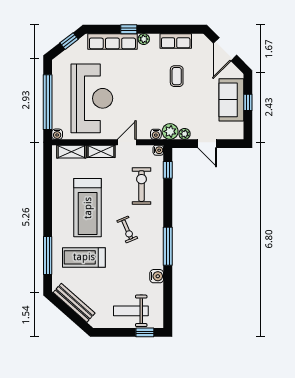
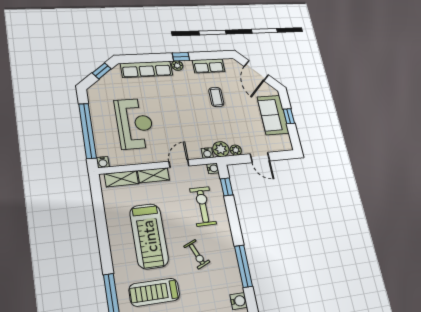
window: (129, 29) -> (181, 57), moved
reception desk: (92, 98) -> (135, 124), width x0.74, depth x0.77

